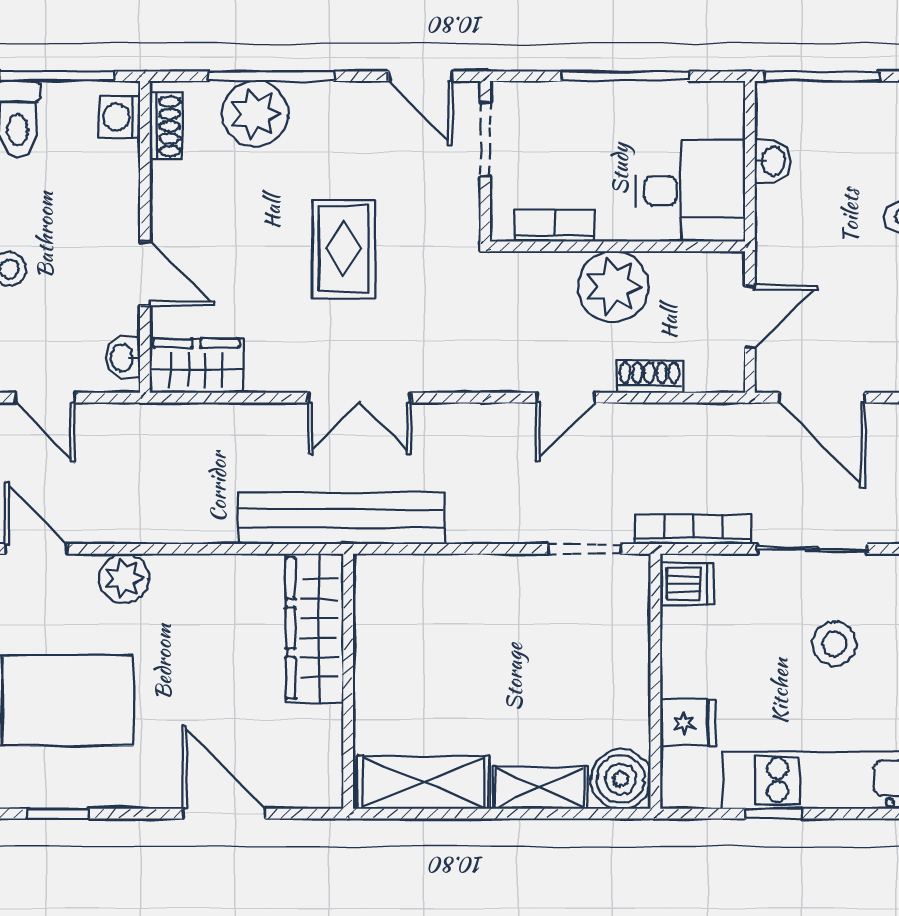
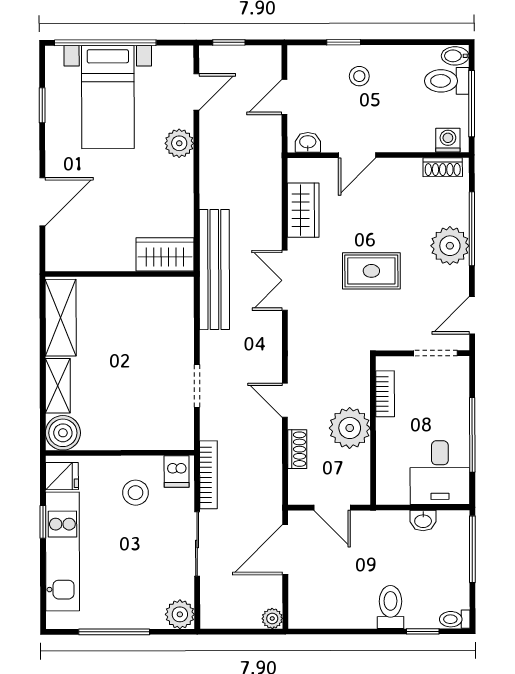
plant: (255, 114) -> (450, 246), moved
desk: (690, 191) -> (440, 473), moved
wardrobe: (196, 366) -> (303, 210), moved
doorway: (585, 549) -> (197, 386), moved
wardrobe: (315, 628) -> (165, 254), width x0.67
stool: (834, 644) -> (136, 493), moved
fridge: (688, 723) -> (62, 476), moved, turned -90

